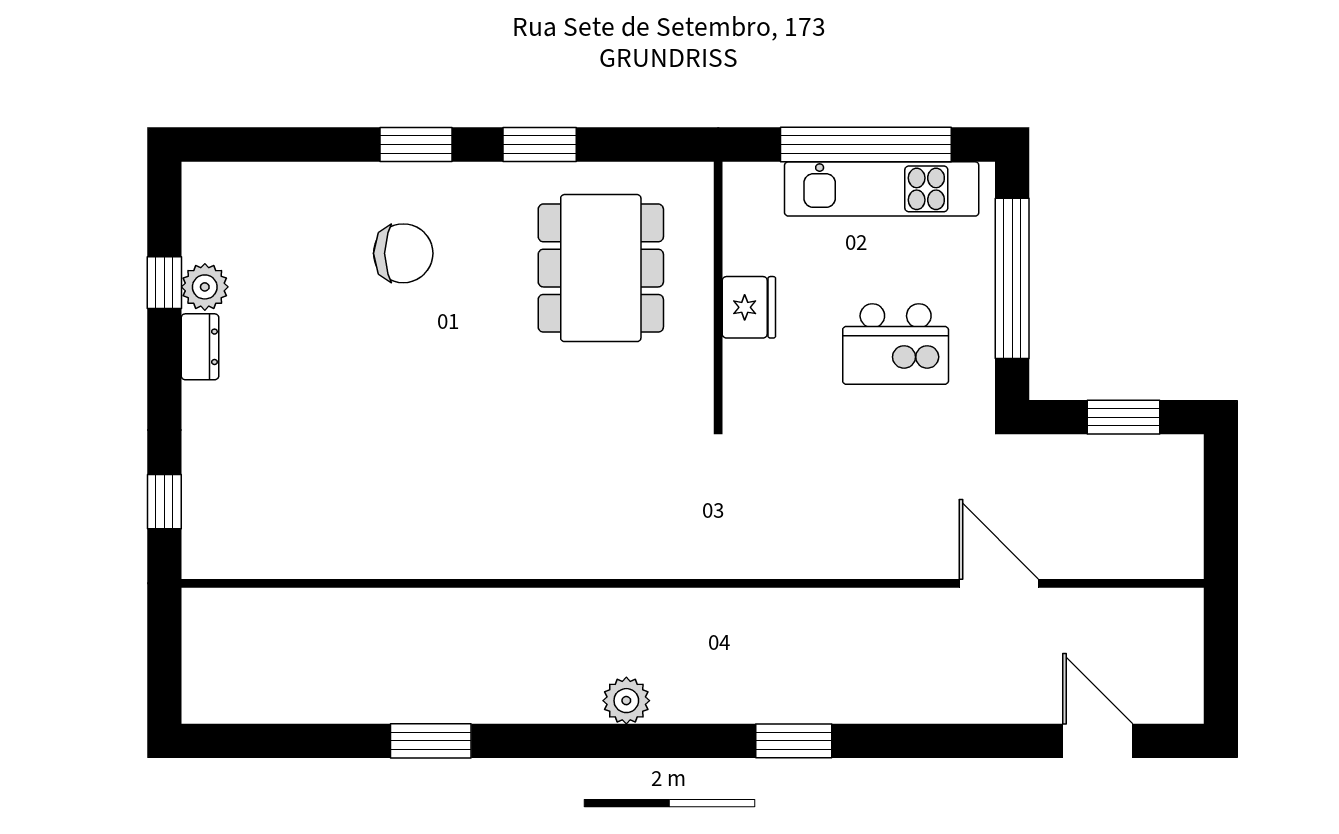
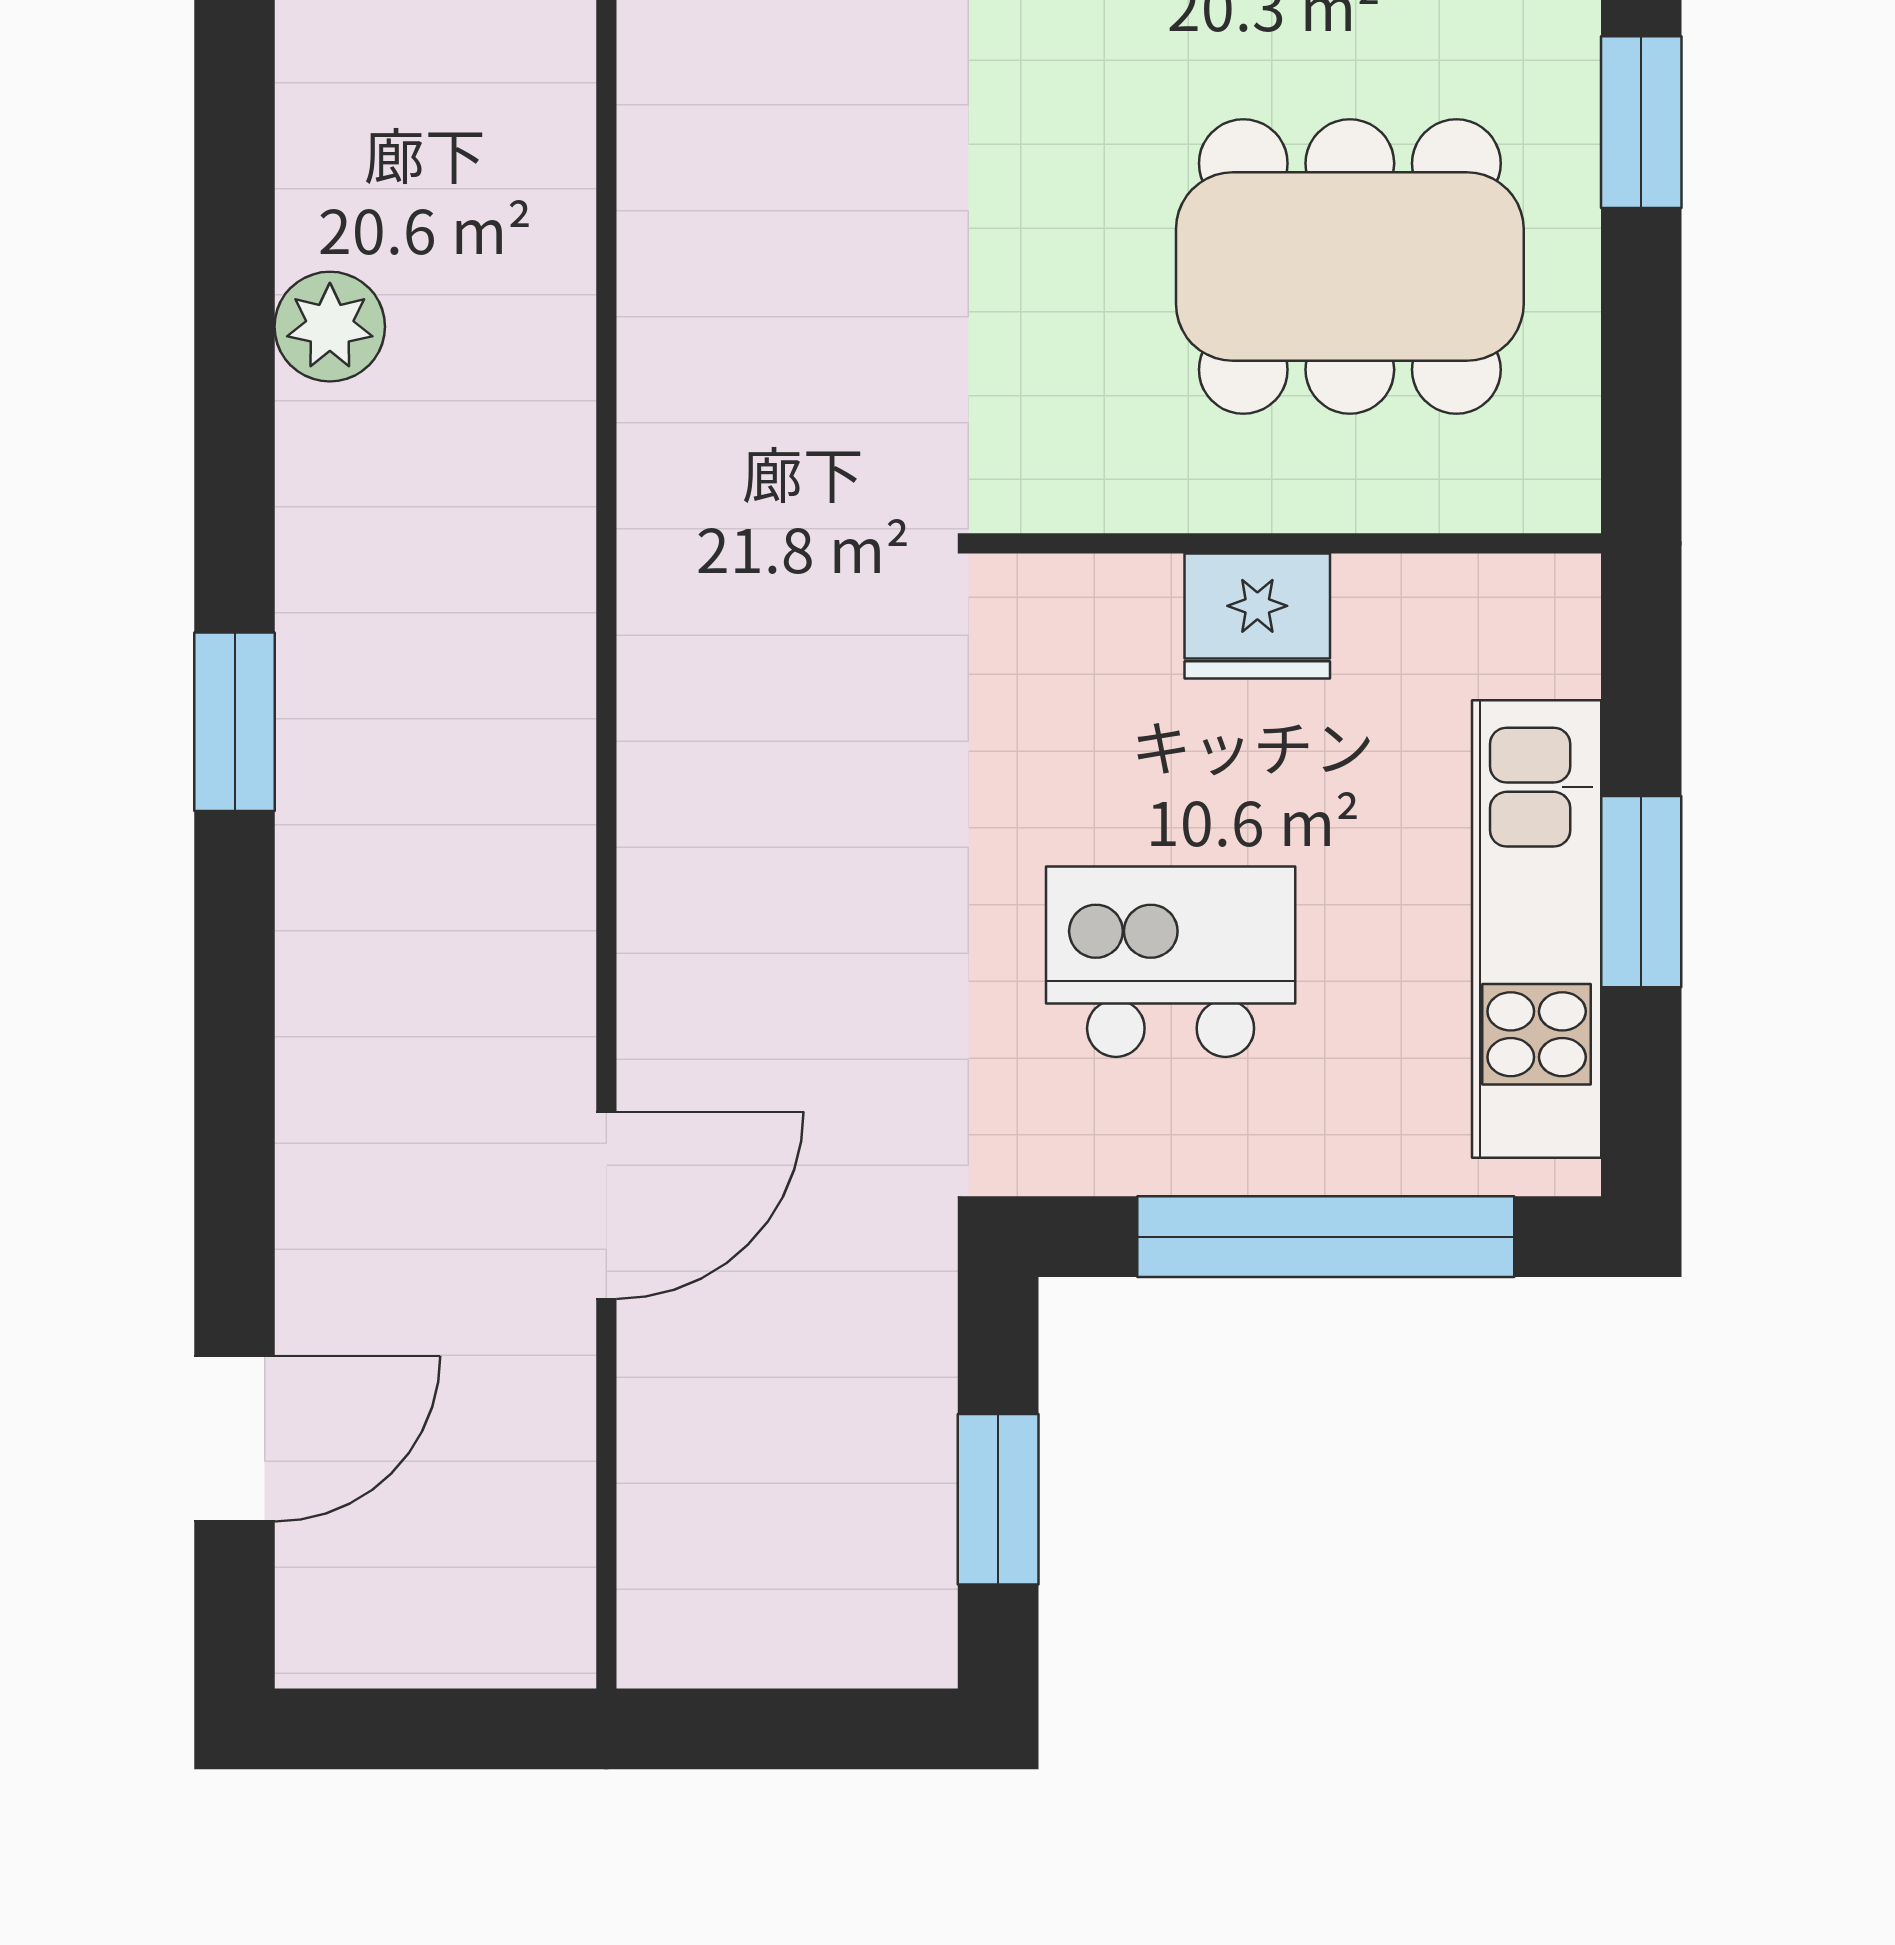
window: (866, 145) -> (1641, 892), width x0.47
kitchen island: (896, 344) -> (1171, 962), turned 90

